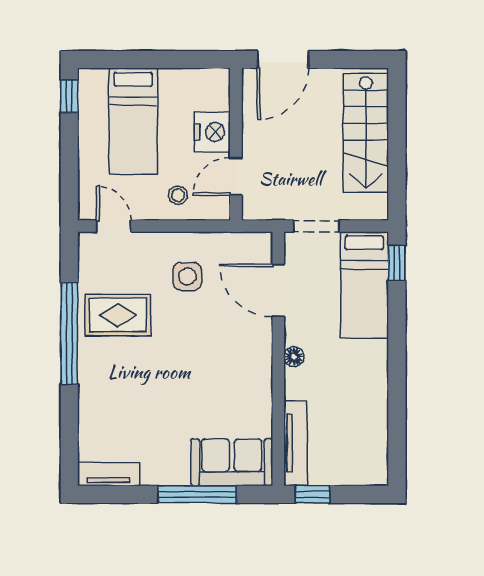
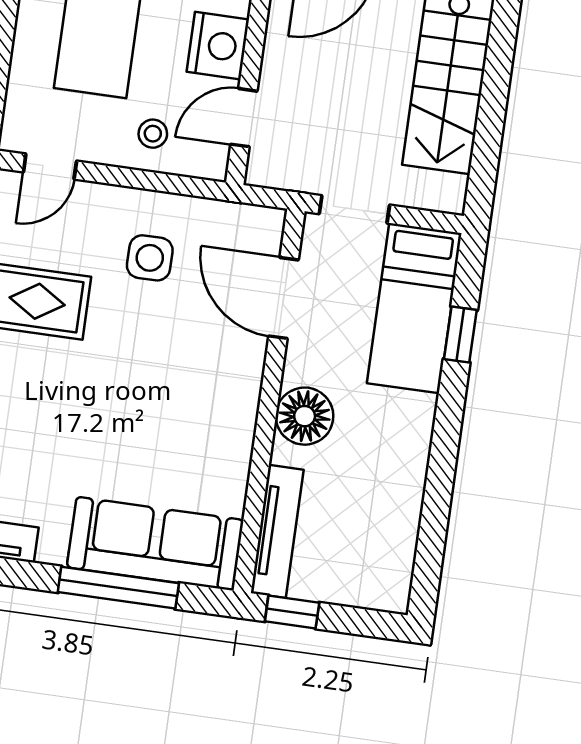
door: (114, 226) -> (50, 167), swing flipped
window: (397, 263) -> (460, 335), moved
floor lamp: (294, 357) -> (305, 416), width x1.89, depth x1.89
sofa: (232, 462) -> (155, 544), width x1.36

